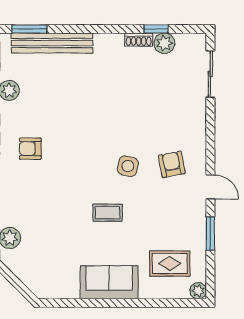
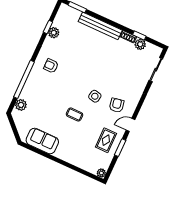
bench: (52, 43) -> (100, 26), moved
door: (210, 187) -> (131, 125), swing flipped
rug: (170, 264) -> (106, 140), moved, turned 90
sofa: (109, 282) -> (42, 141), moved

